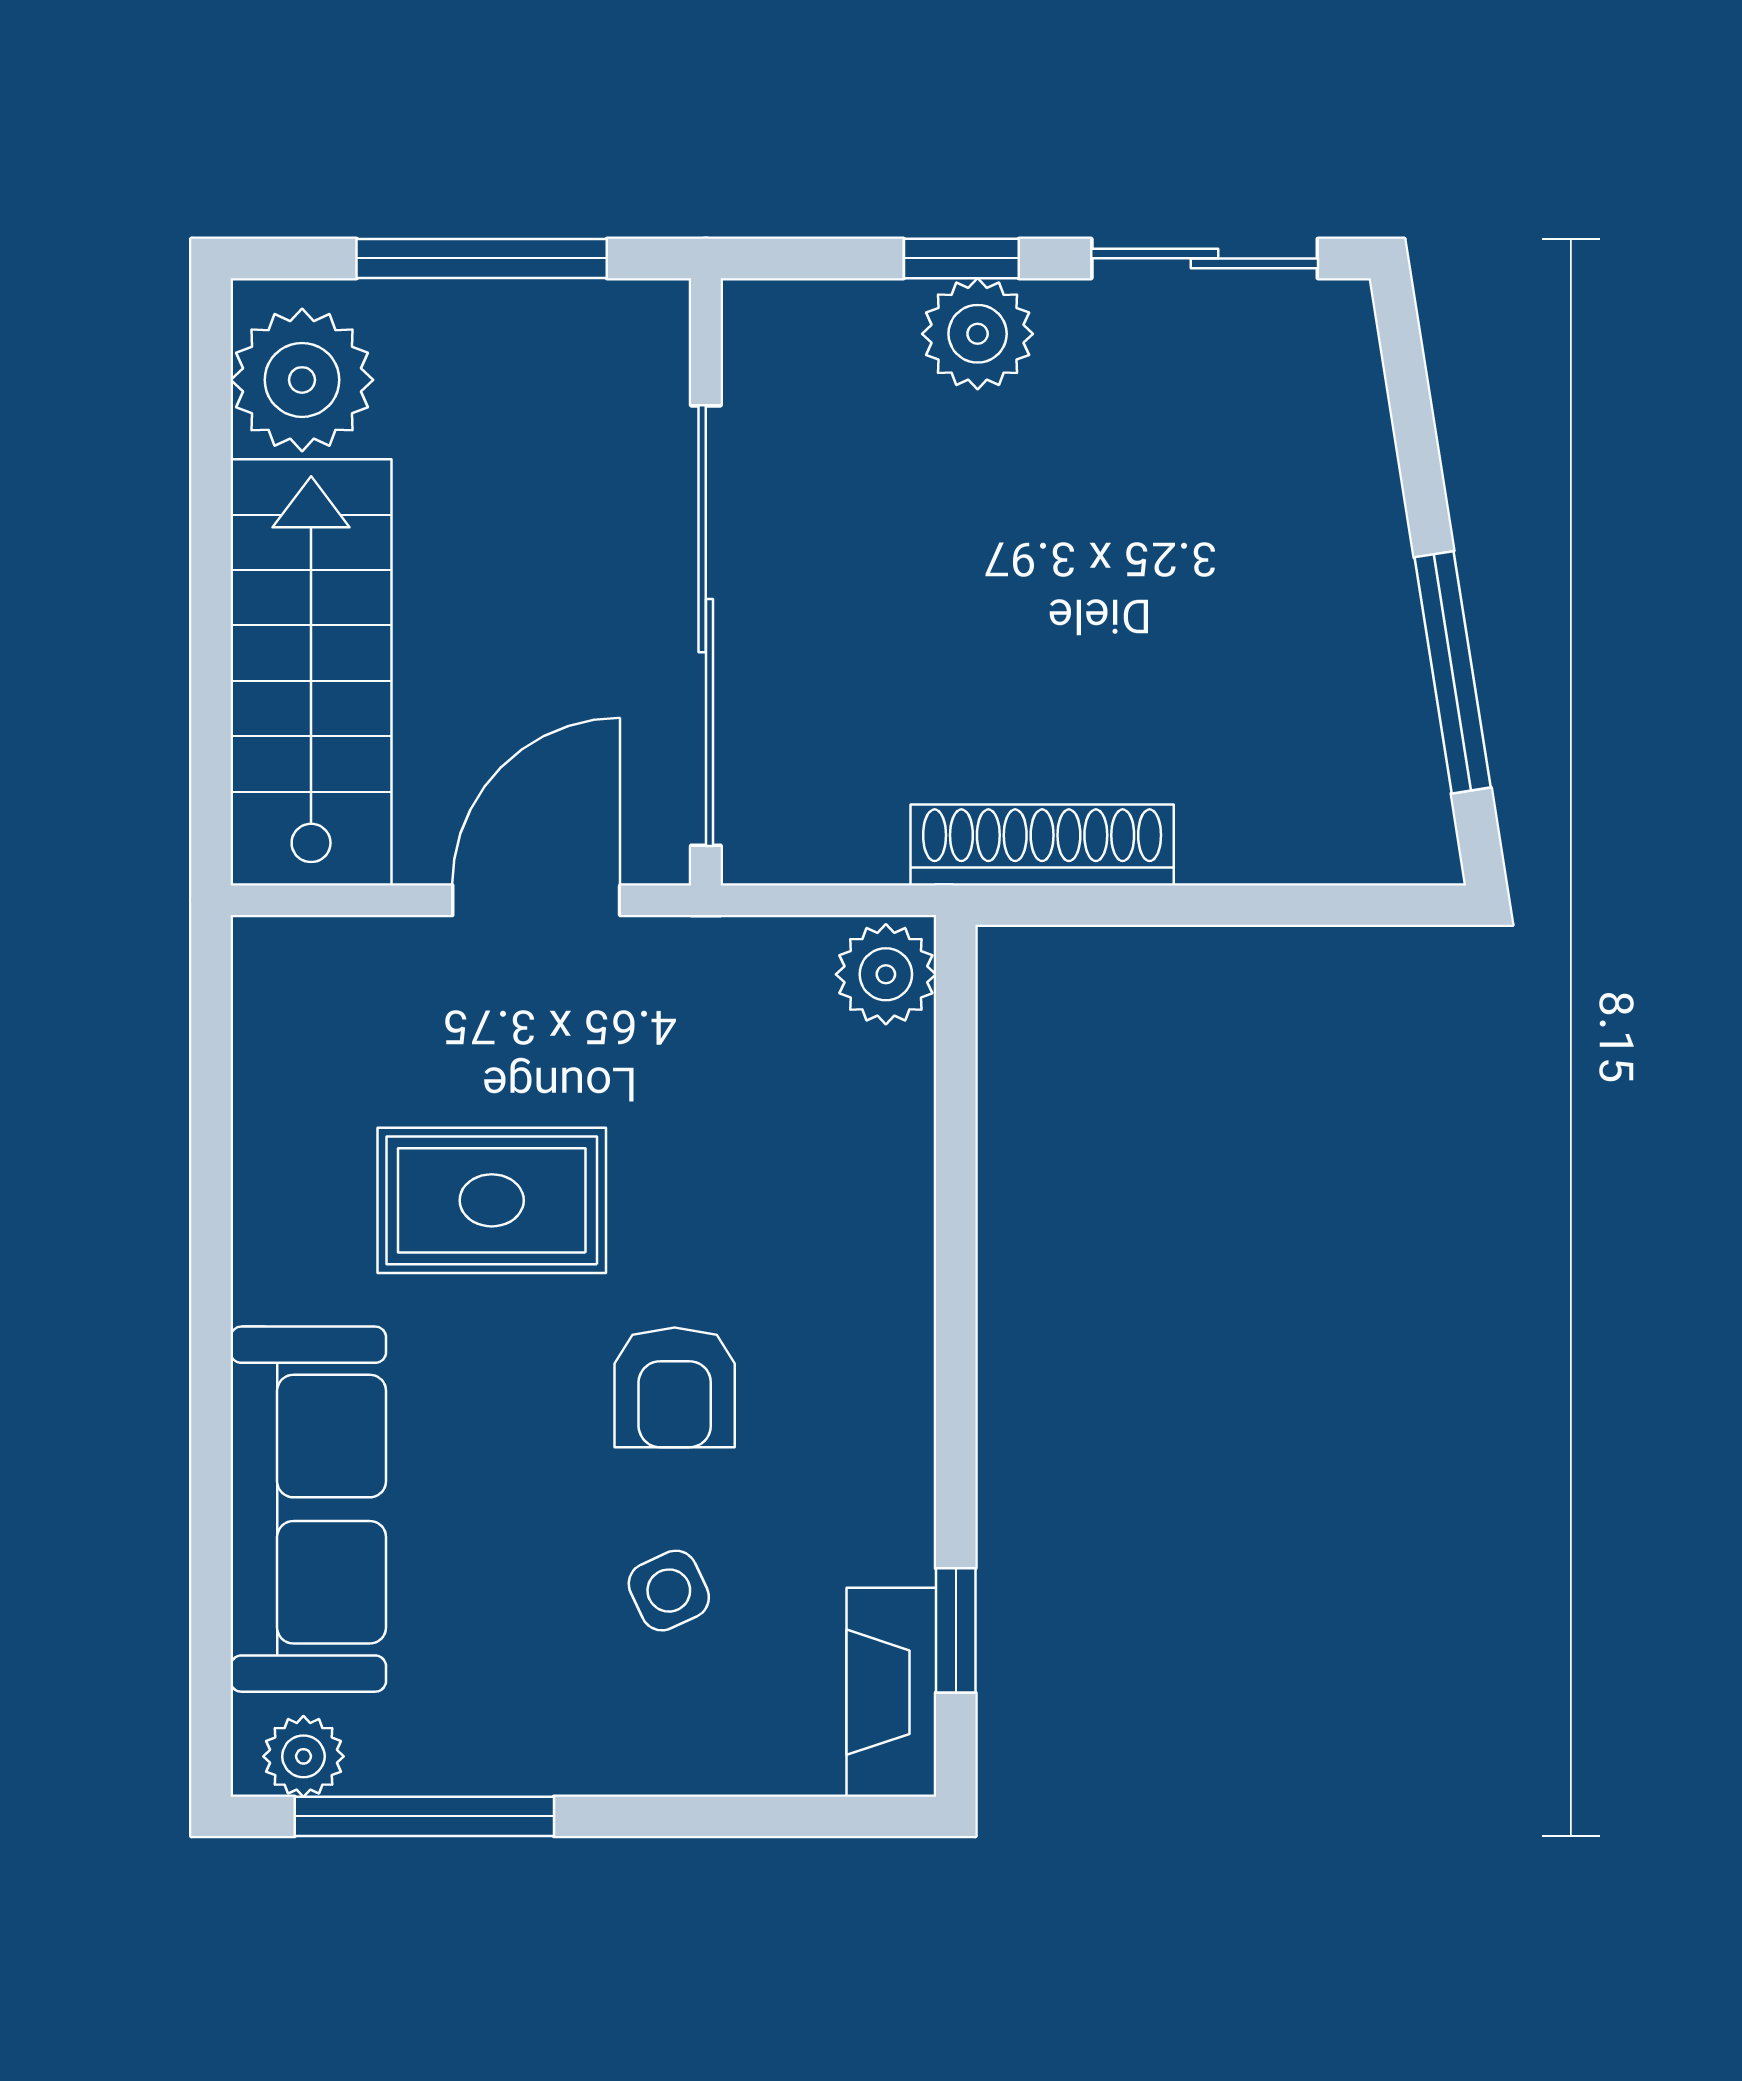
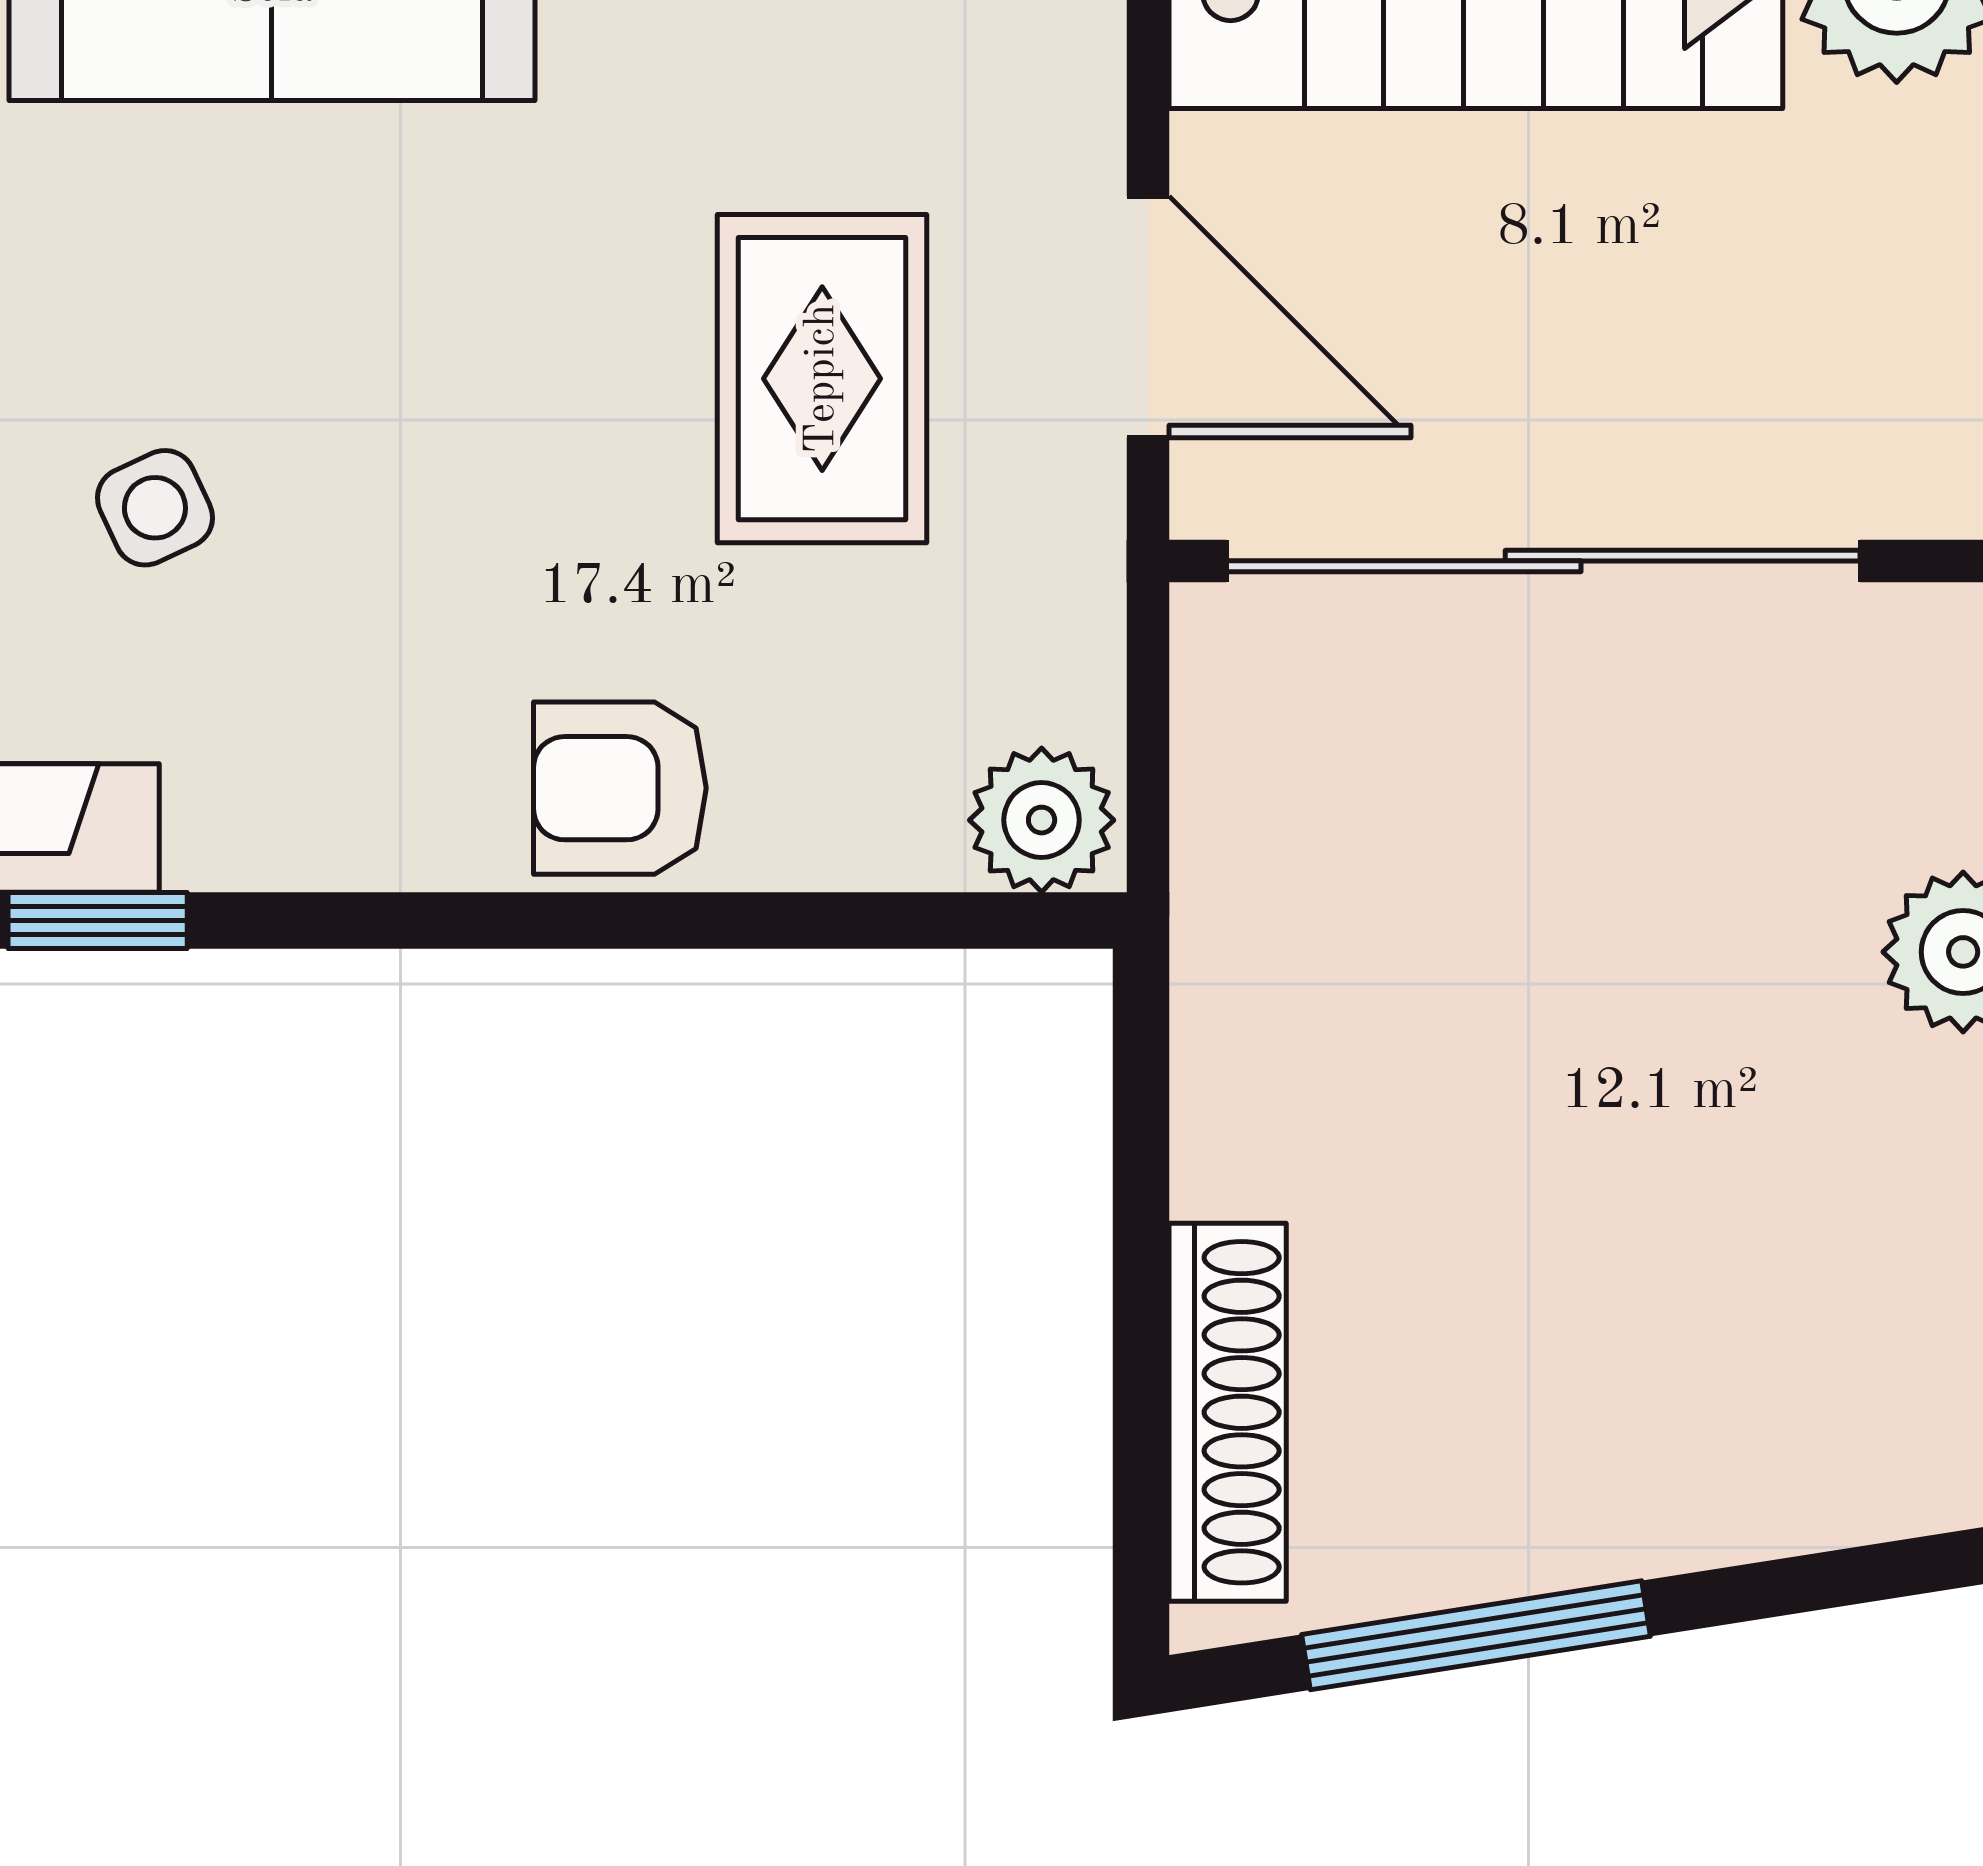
shoe rack: (1042, 845) -> (1228, 1412), moved
rug: (492, 1200) -> (822, 379), moved
armchair: (675, 1387) -> (620, 788), moved

